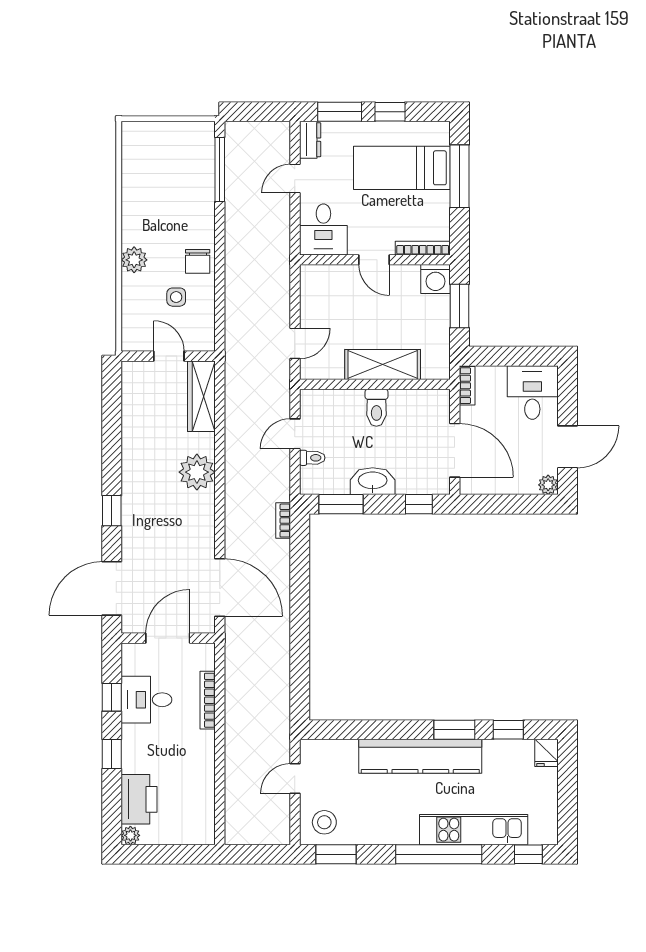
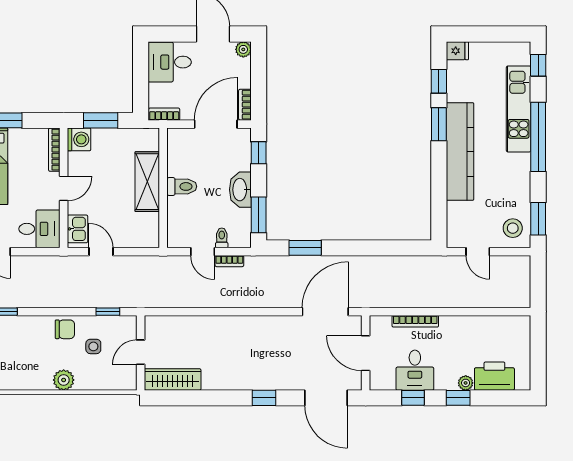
kitchen sink: (323, 277) -> (78, 229), added
window: (220, 315) -> (108, 312), added
door: (295, 343) -> (101, 252), moved
wardrobe: (201, 396) -> (173, 379), moved, turned 180
plant: (197, 472) -> (233, 330), removed
bookcase: (479, 487) -> (245, 105), added
bookcase: (283, 521) -> (229, 261), moved
window: (300, 562) -> (305, 248), added
plant: (130, 835) -> (466, 383), moved

